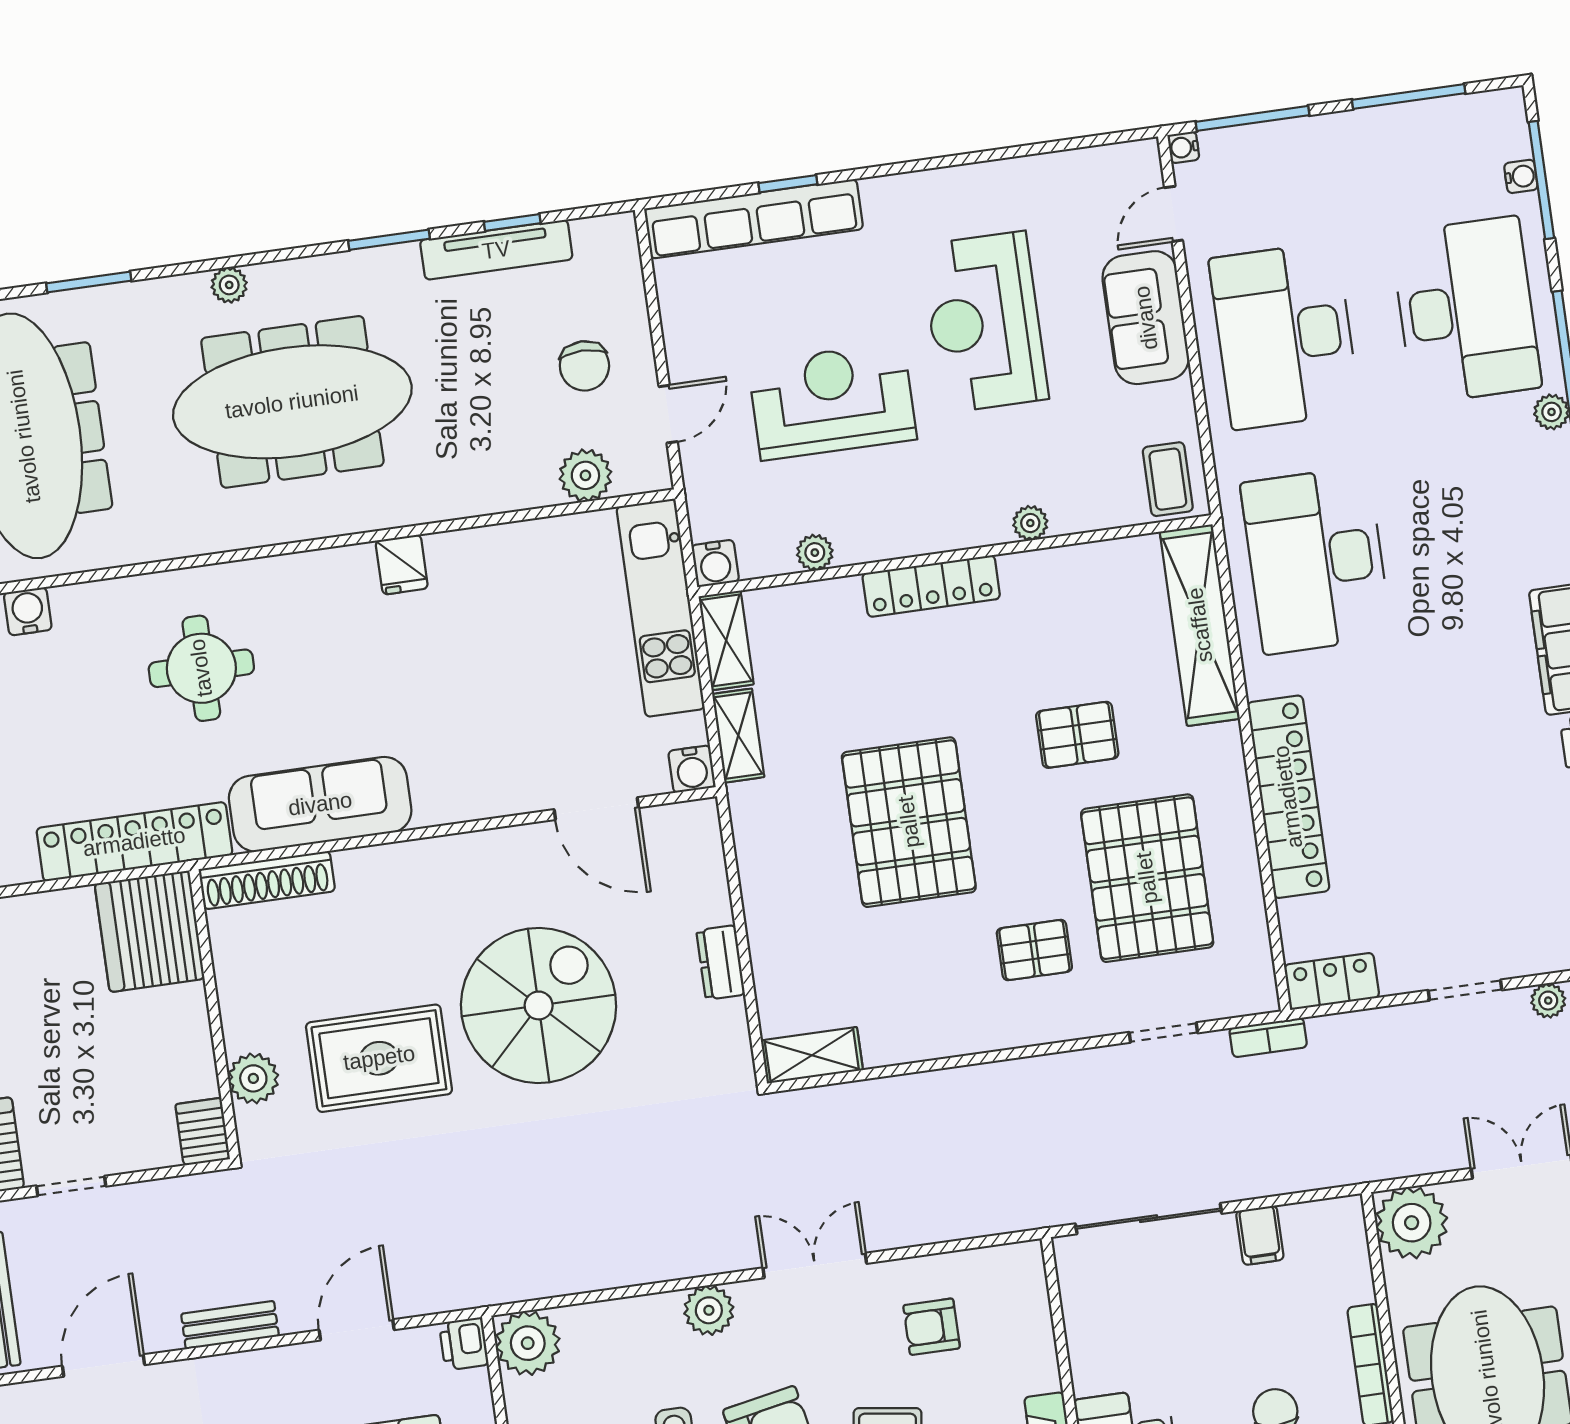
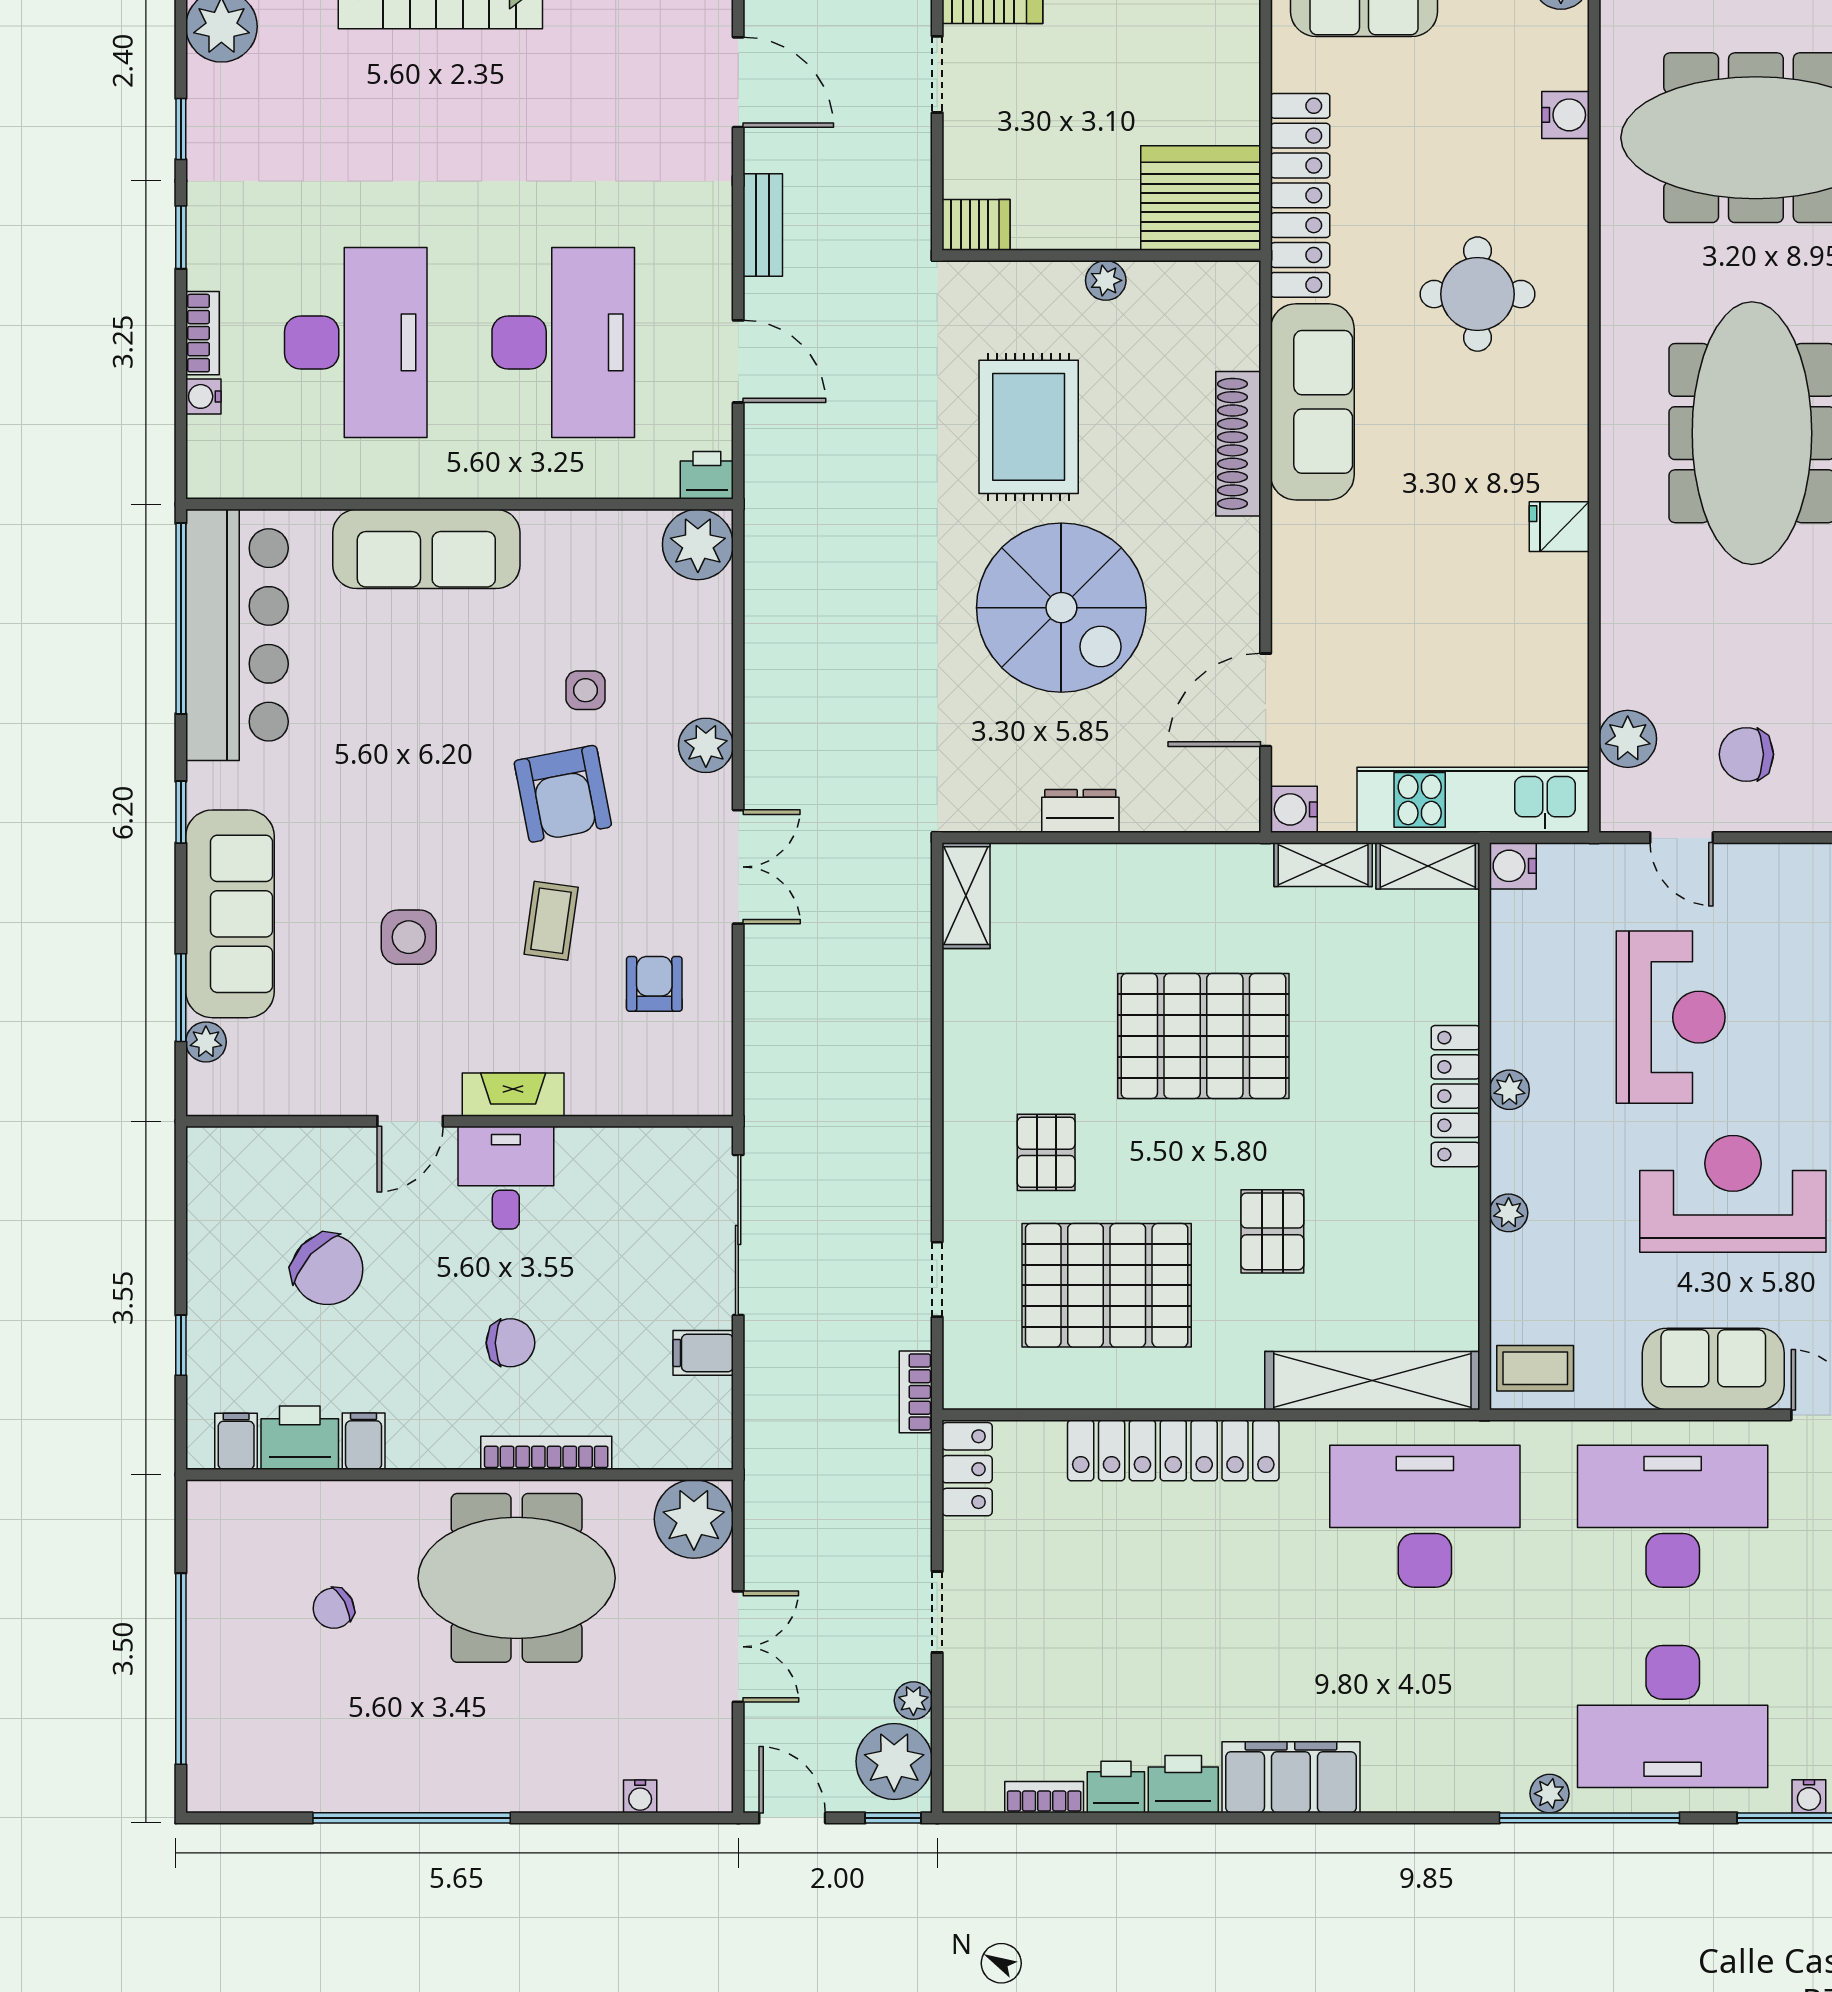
plant: (815, 553) -> (1509, 1090), moved
shoe rack: (267, 880) -> (1238, 444), moved
plant: (253, 1078) -> (1106, 280), moved, width x0.73, depth x0.73

